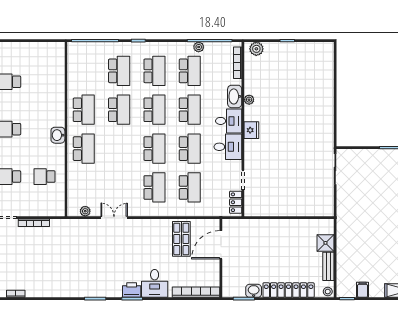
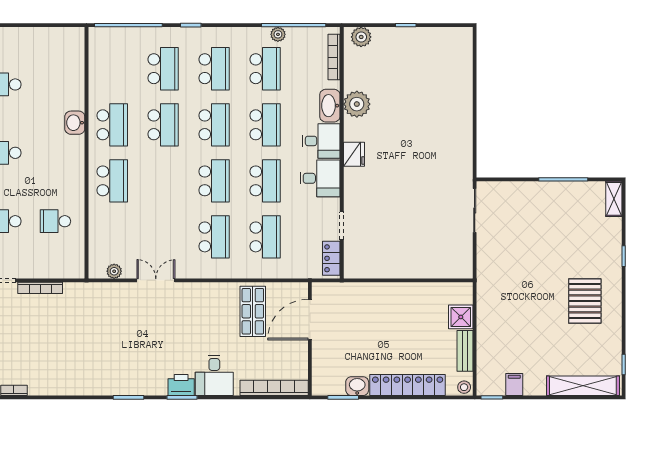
plant: (249, 100) -> (357, 104), width x1.88, depth x1.88
washbasin: (58, 135) -> (75, 123), moved

